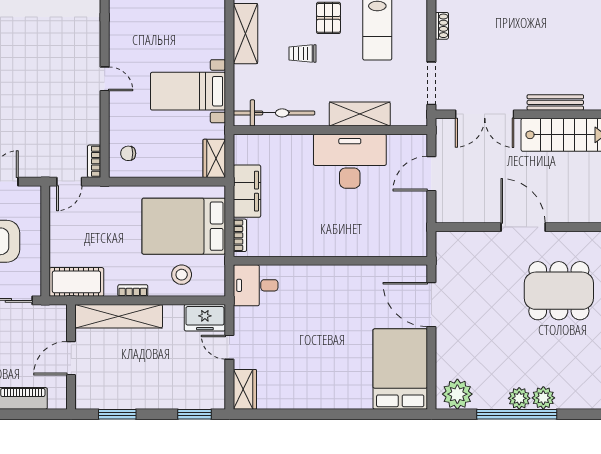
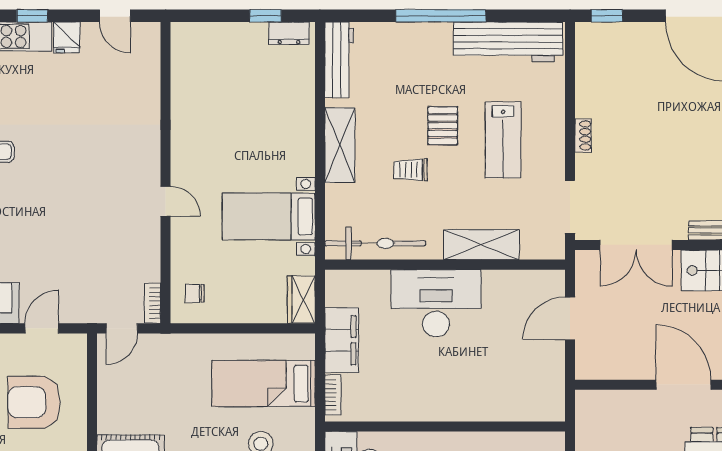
desk: (350, 161) -> (436, 303), moved
bed: (184, 226) -> (263, 384), width x0.67

